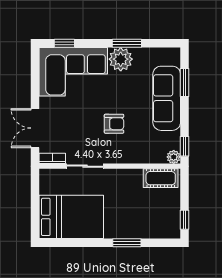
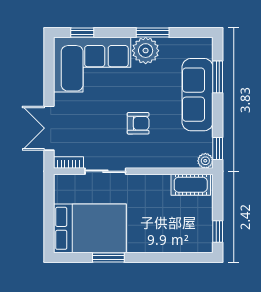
window: (127, 243) -> (108, 257), moved

